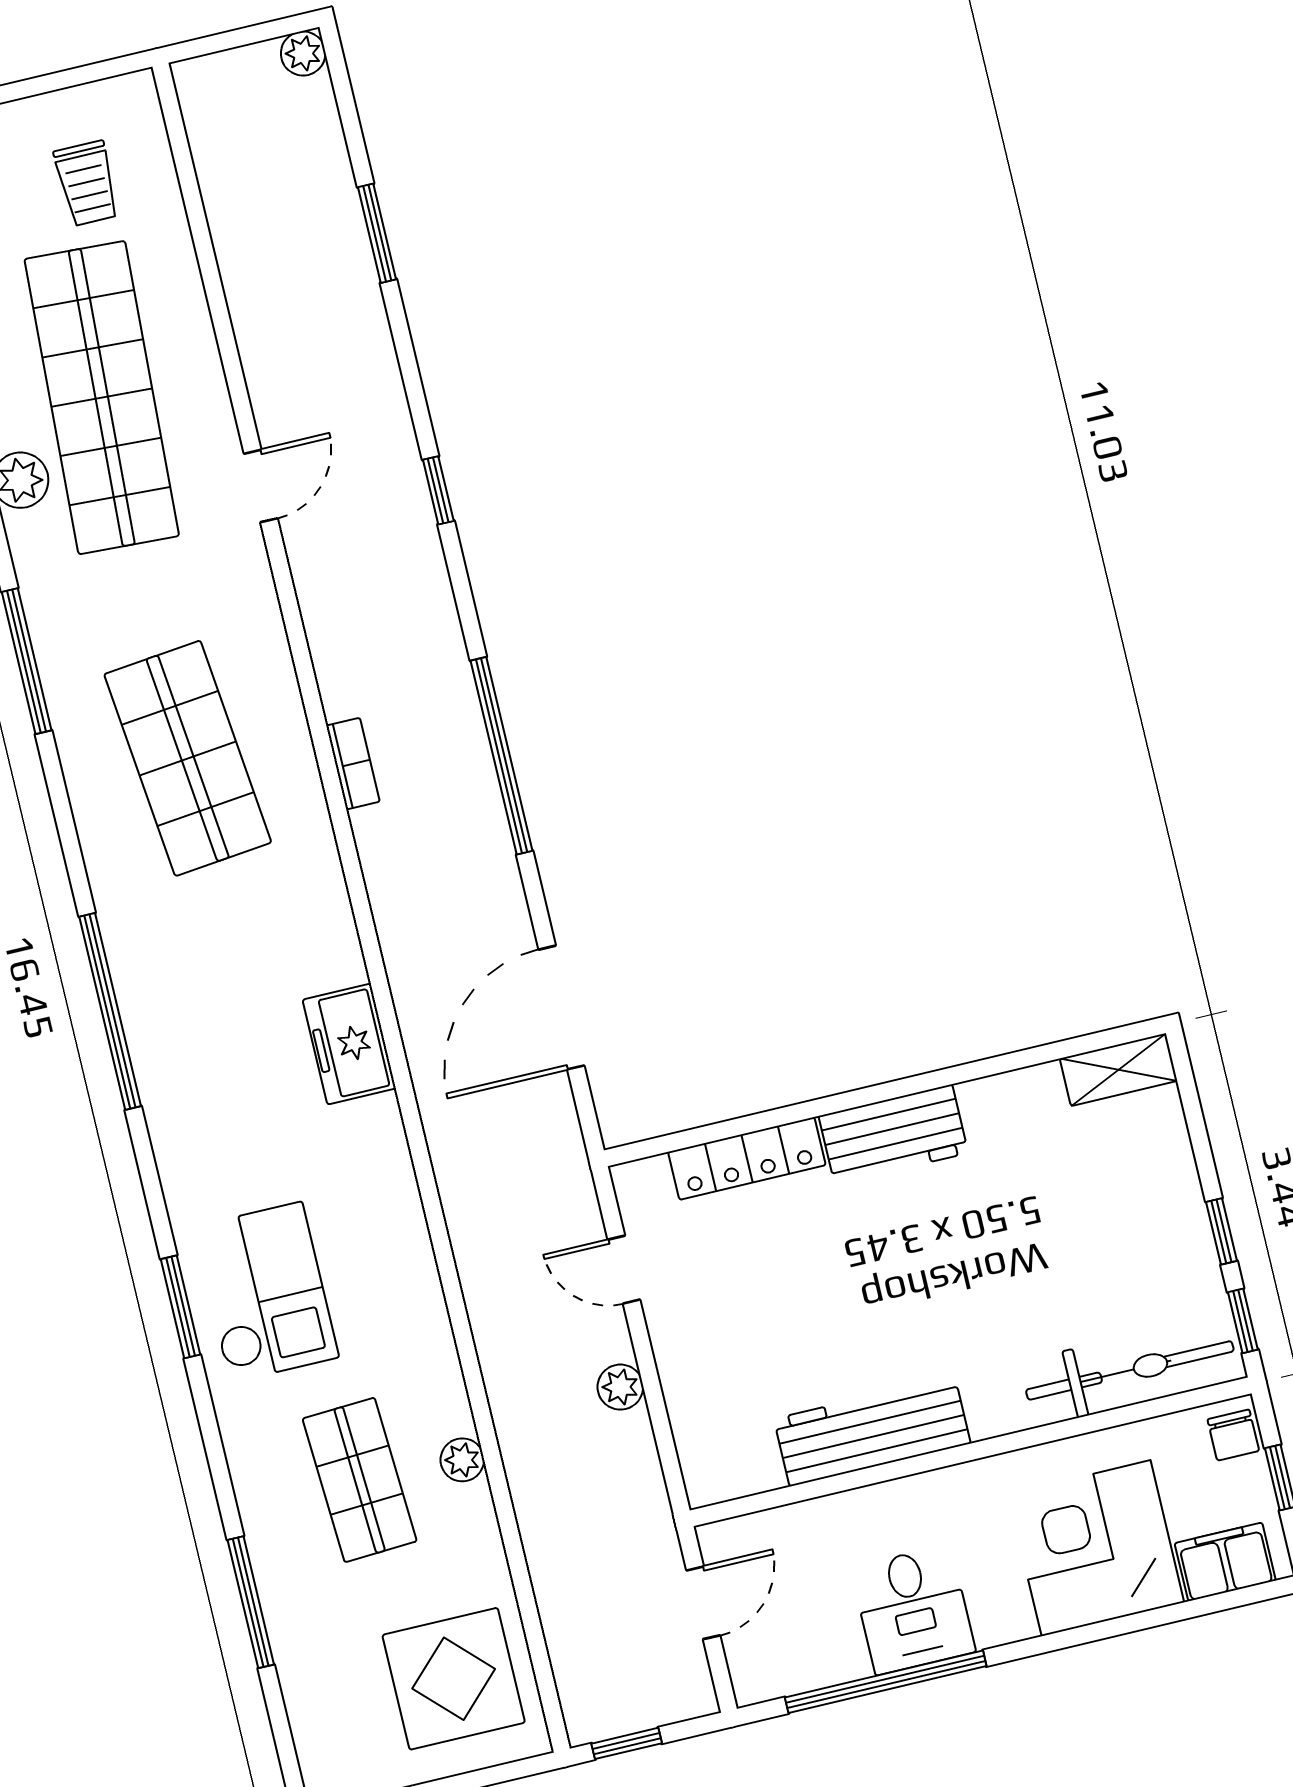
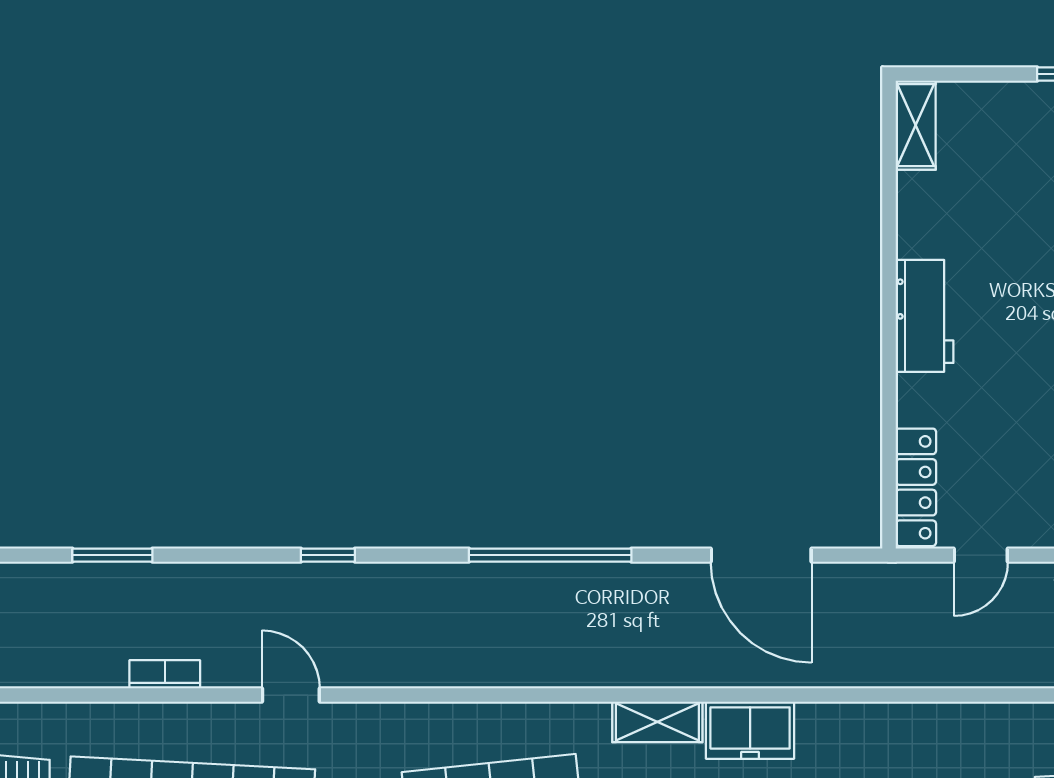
bookcase: (353, 764) -> (165, 674), moved
shelving: (333, 931) -> (657, 722), added
locker: (747, 1158) -> (916, 487), moved

